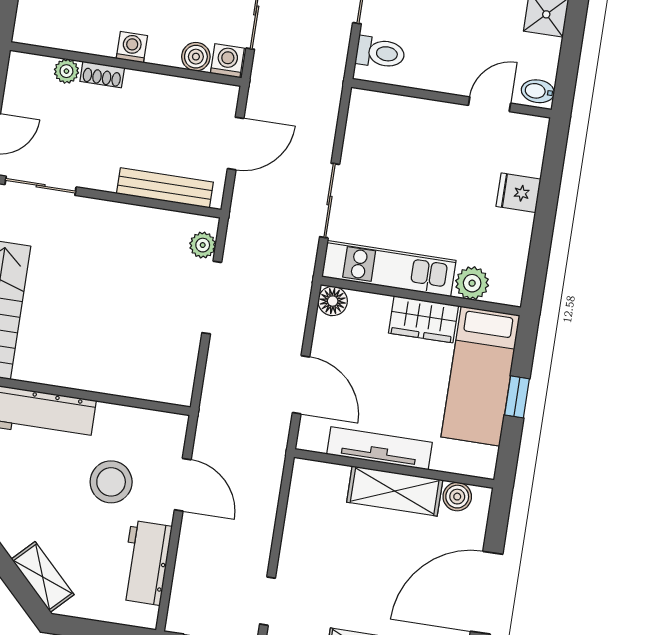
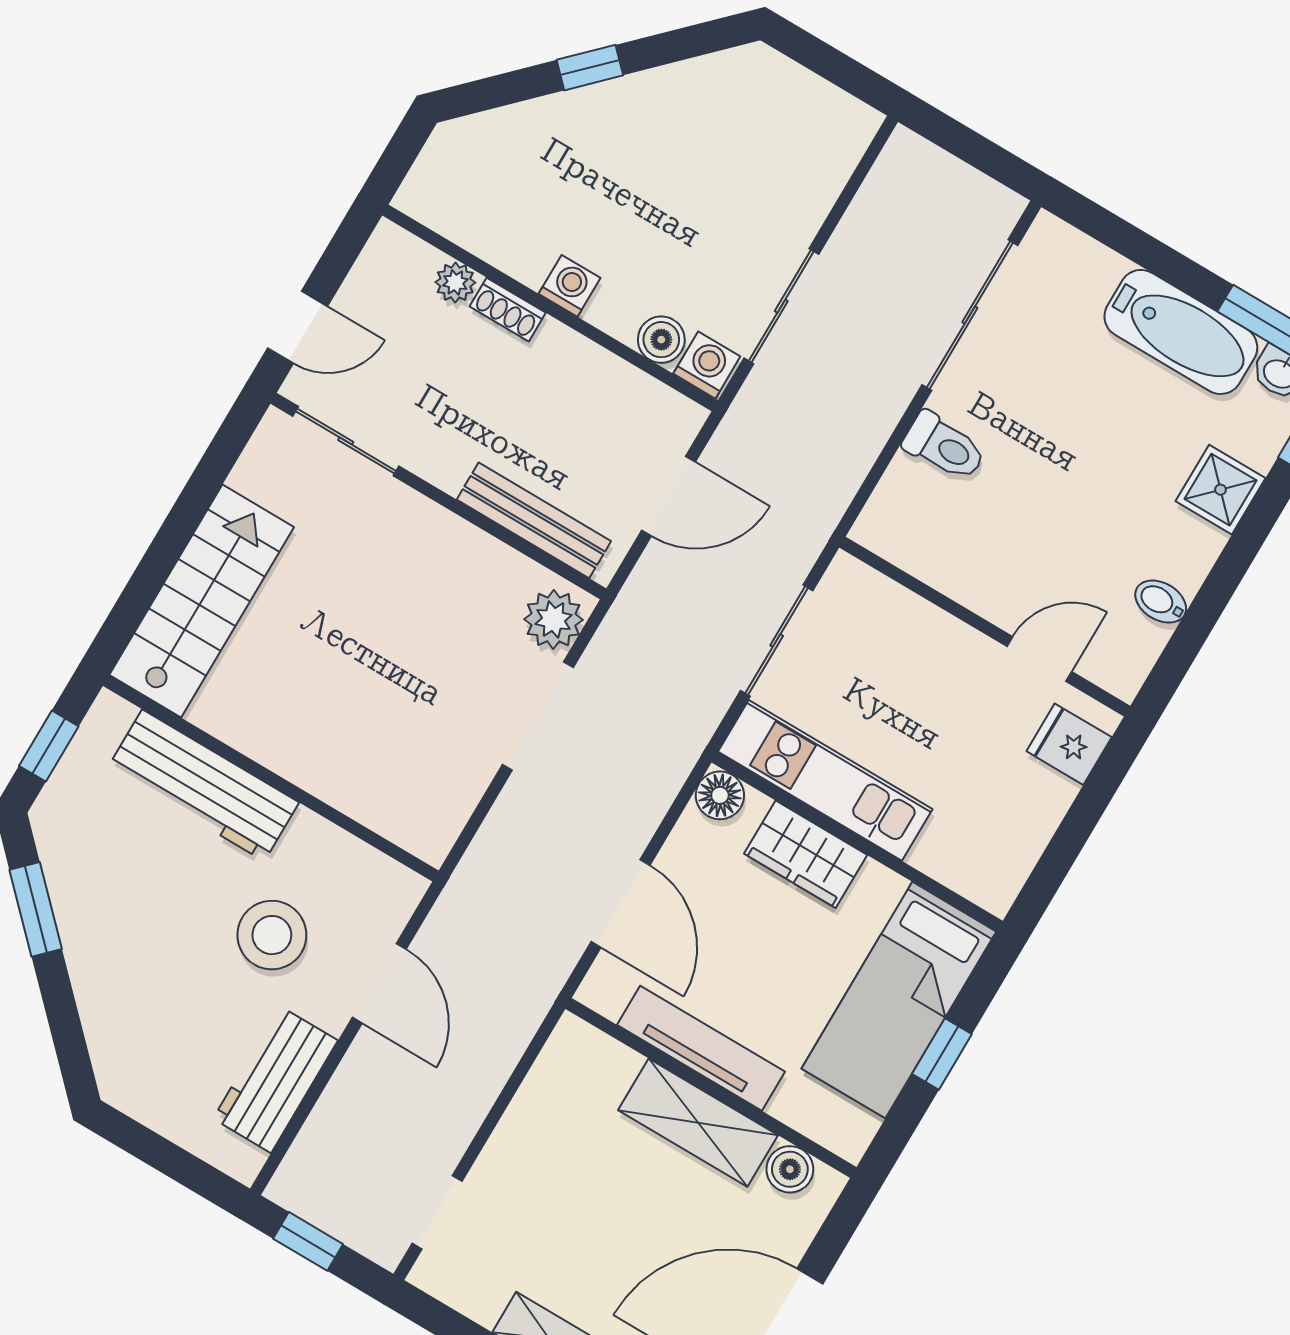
wall: (451, 98) -> (985, 627), moved
door: (490, 104) -> (1039, 659), moved
plant: (203, 245) -> (553, 619), width x1.38, depth x1.38
plant: (472, 283) -> (943, 854), removed
wardrobe: (424, 319) -> (806, 854), moved
shelving: (43, 577) -> (110, 1038), removed

